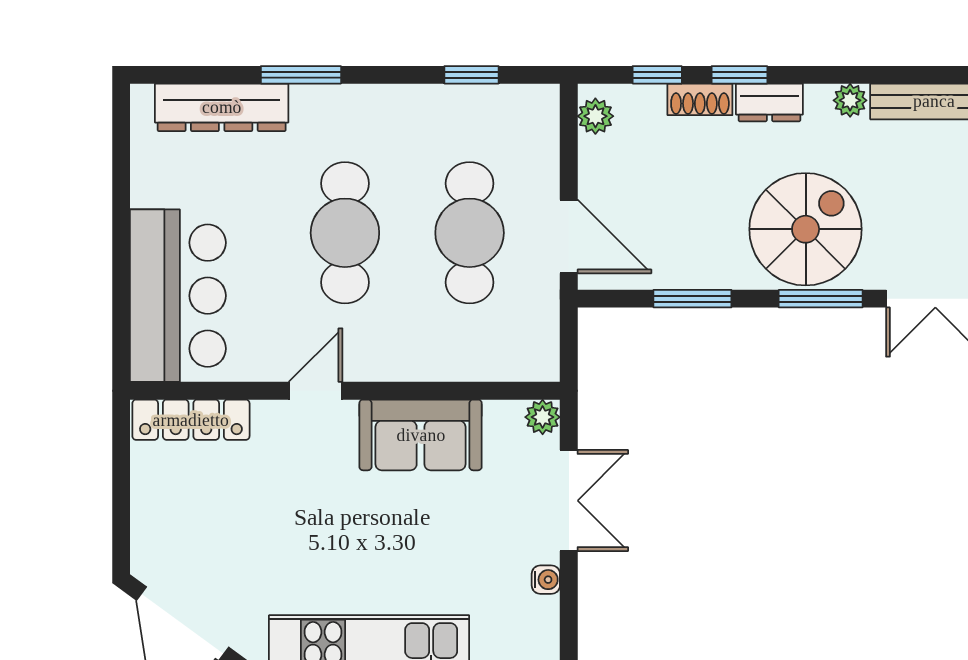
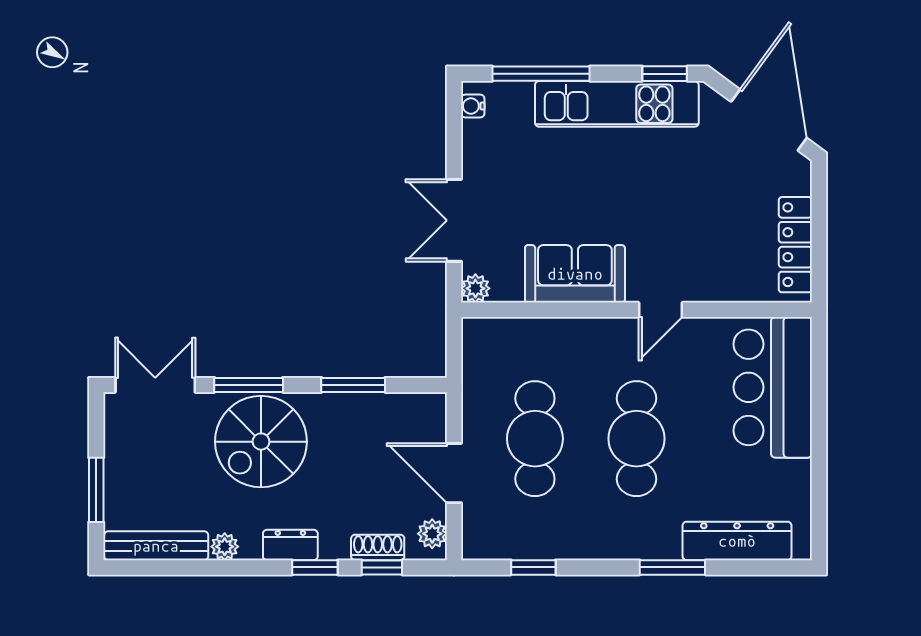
shoe rack: (700, 99) -> (378, 547), moved
door: (569, 236) -> (454, 473), moved
locker: (191, 420) -> (795, 245), moved, turned -90
water cooler: (546, 580) -> (473, 106), moved

